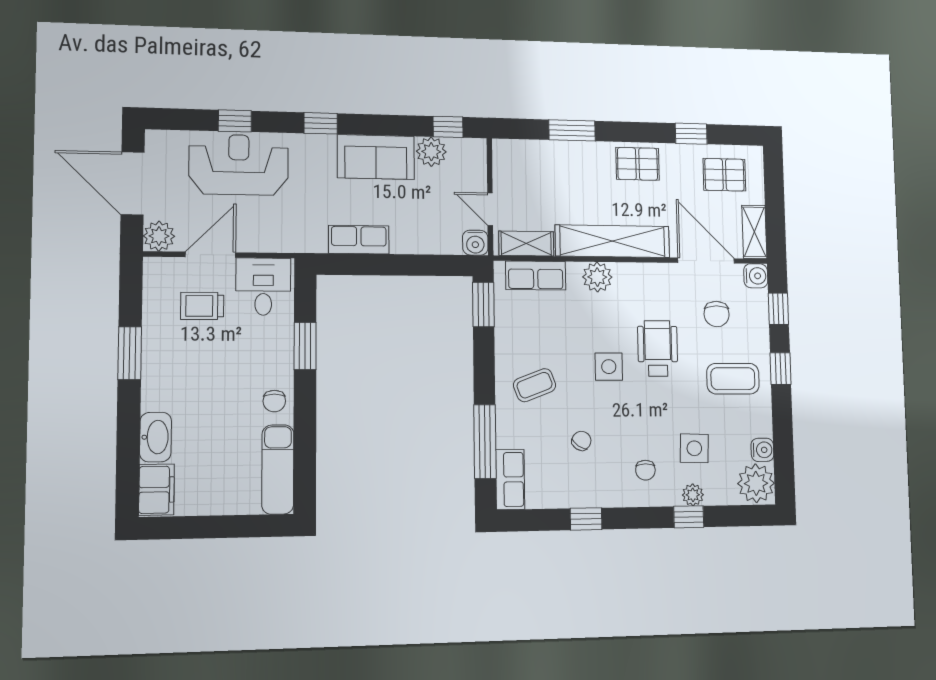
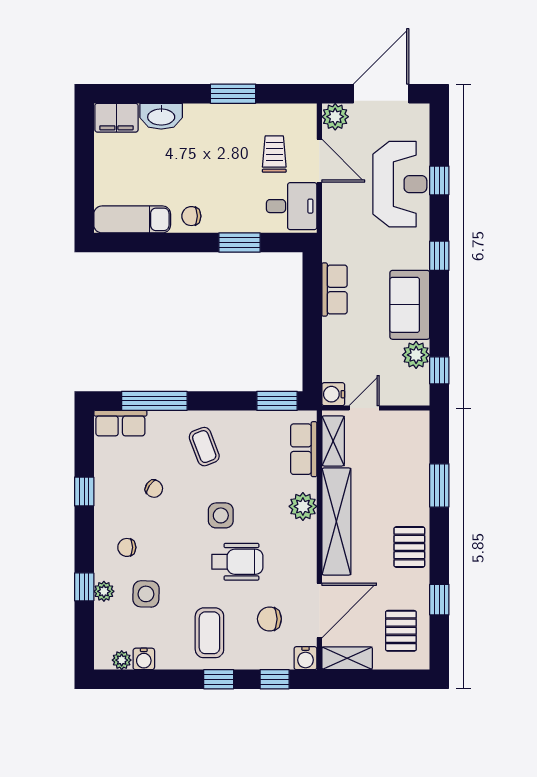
plant: (756, 483) -> (122, 660), width x0.53, depth x0.53

